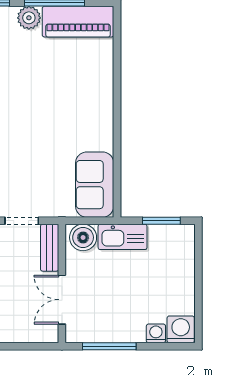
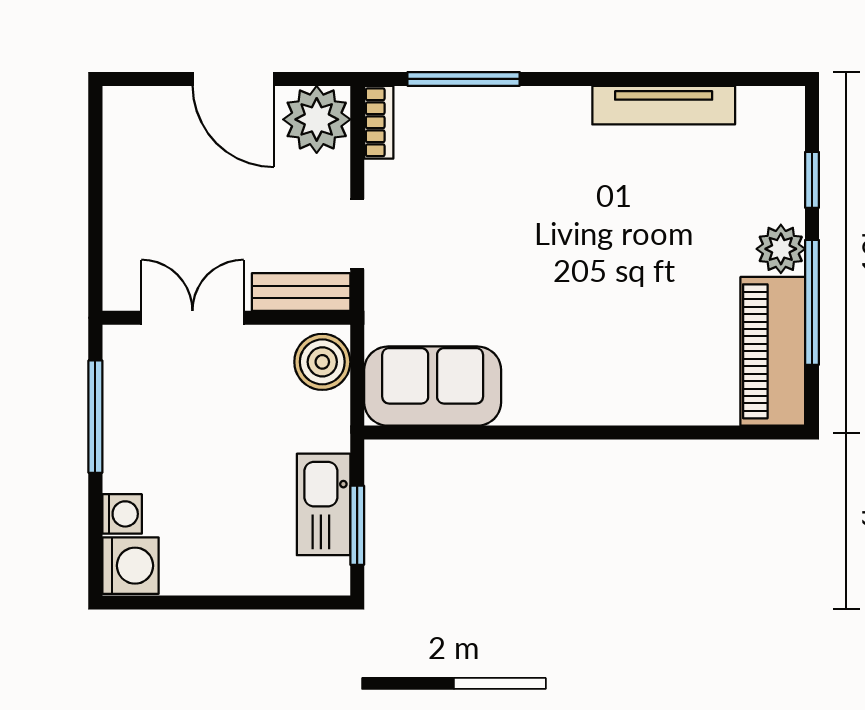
kitchen sink: (123, 237) -> (324, 504), moved

